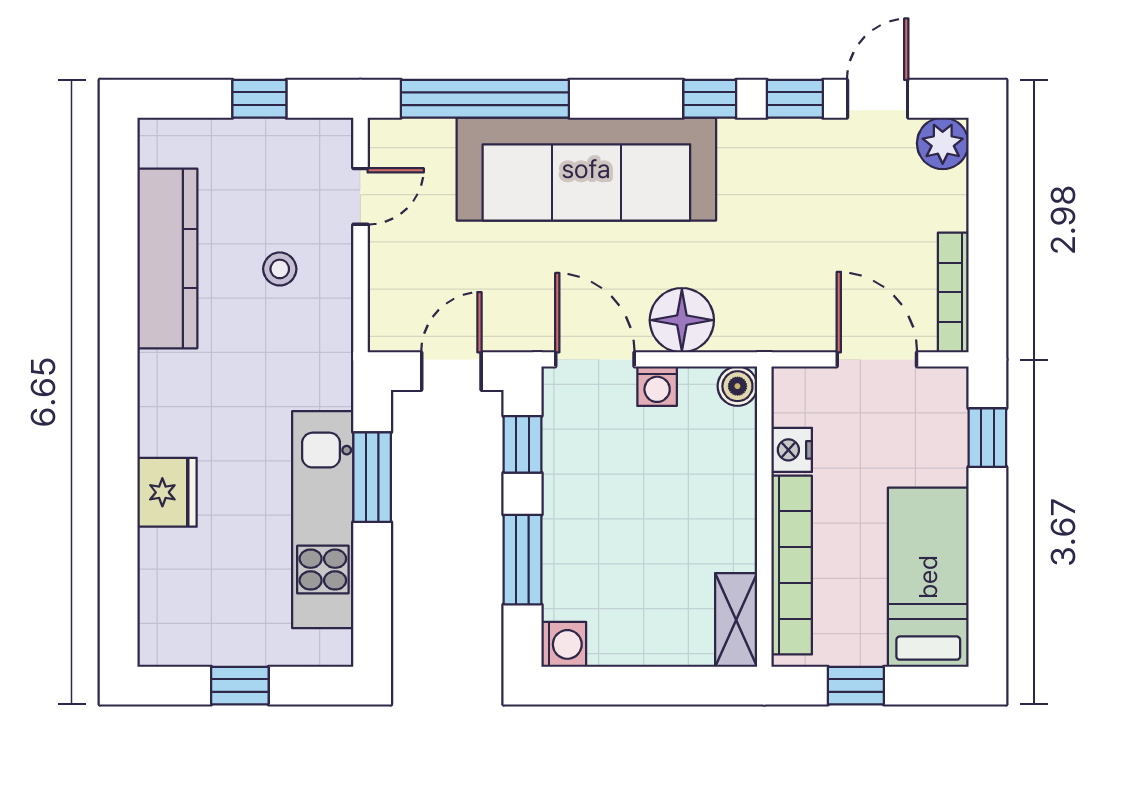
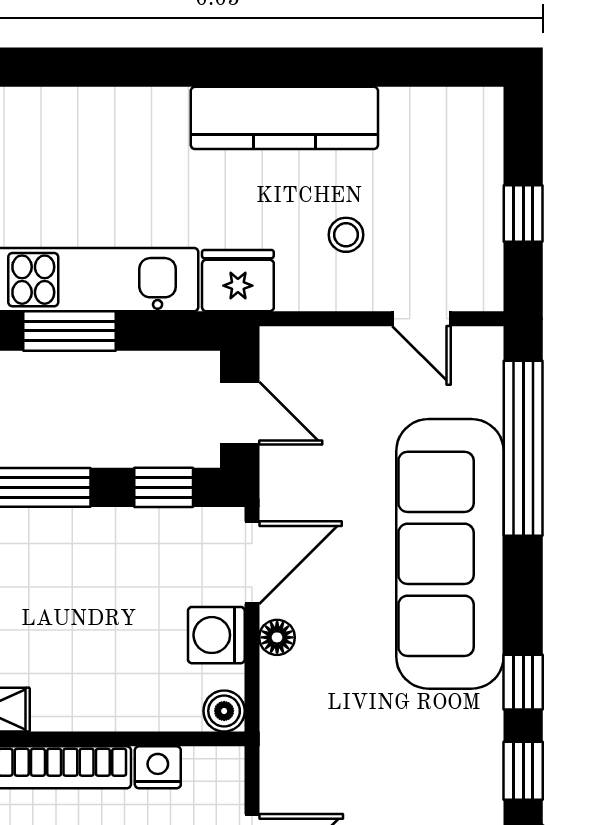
kitchen counter: (167, 258) -> (284, 118), moved
floor lamp: (682, 320) -> (277, 637), width x0.53, depth x0.53
washing machine: (657, 386) -> (216, 635), width x1.38, depth x1.38
window: (372, 477) -> (69, 331), moved
fridge: (167, 492) -> (238, 281), moved, turned 180

